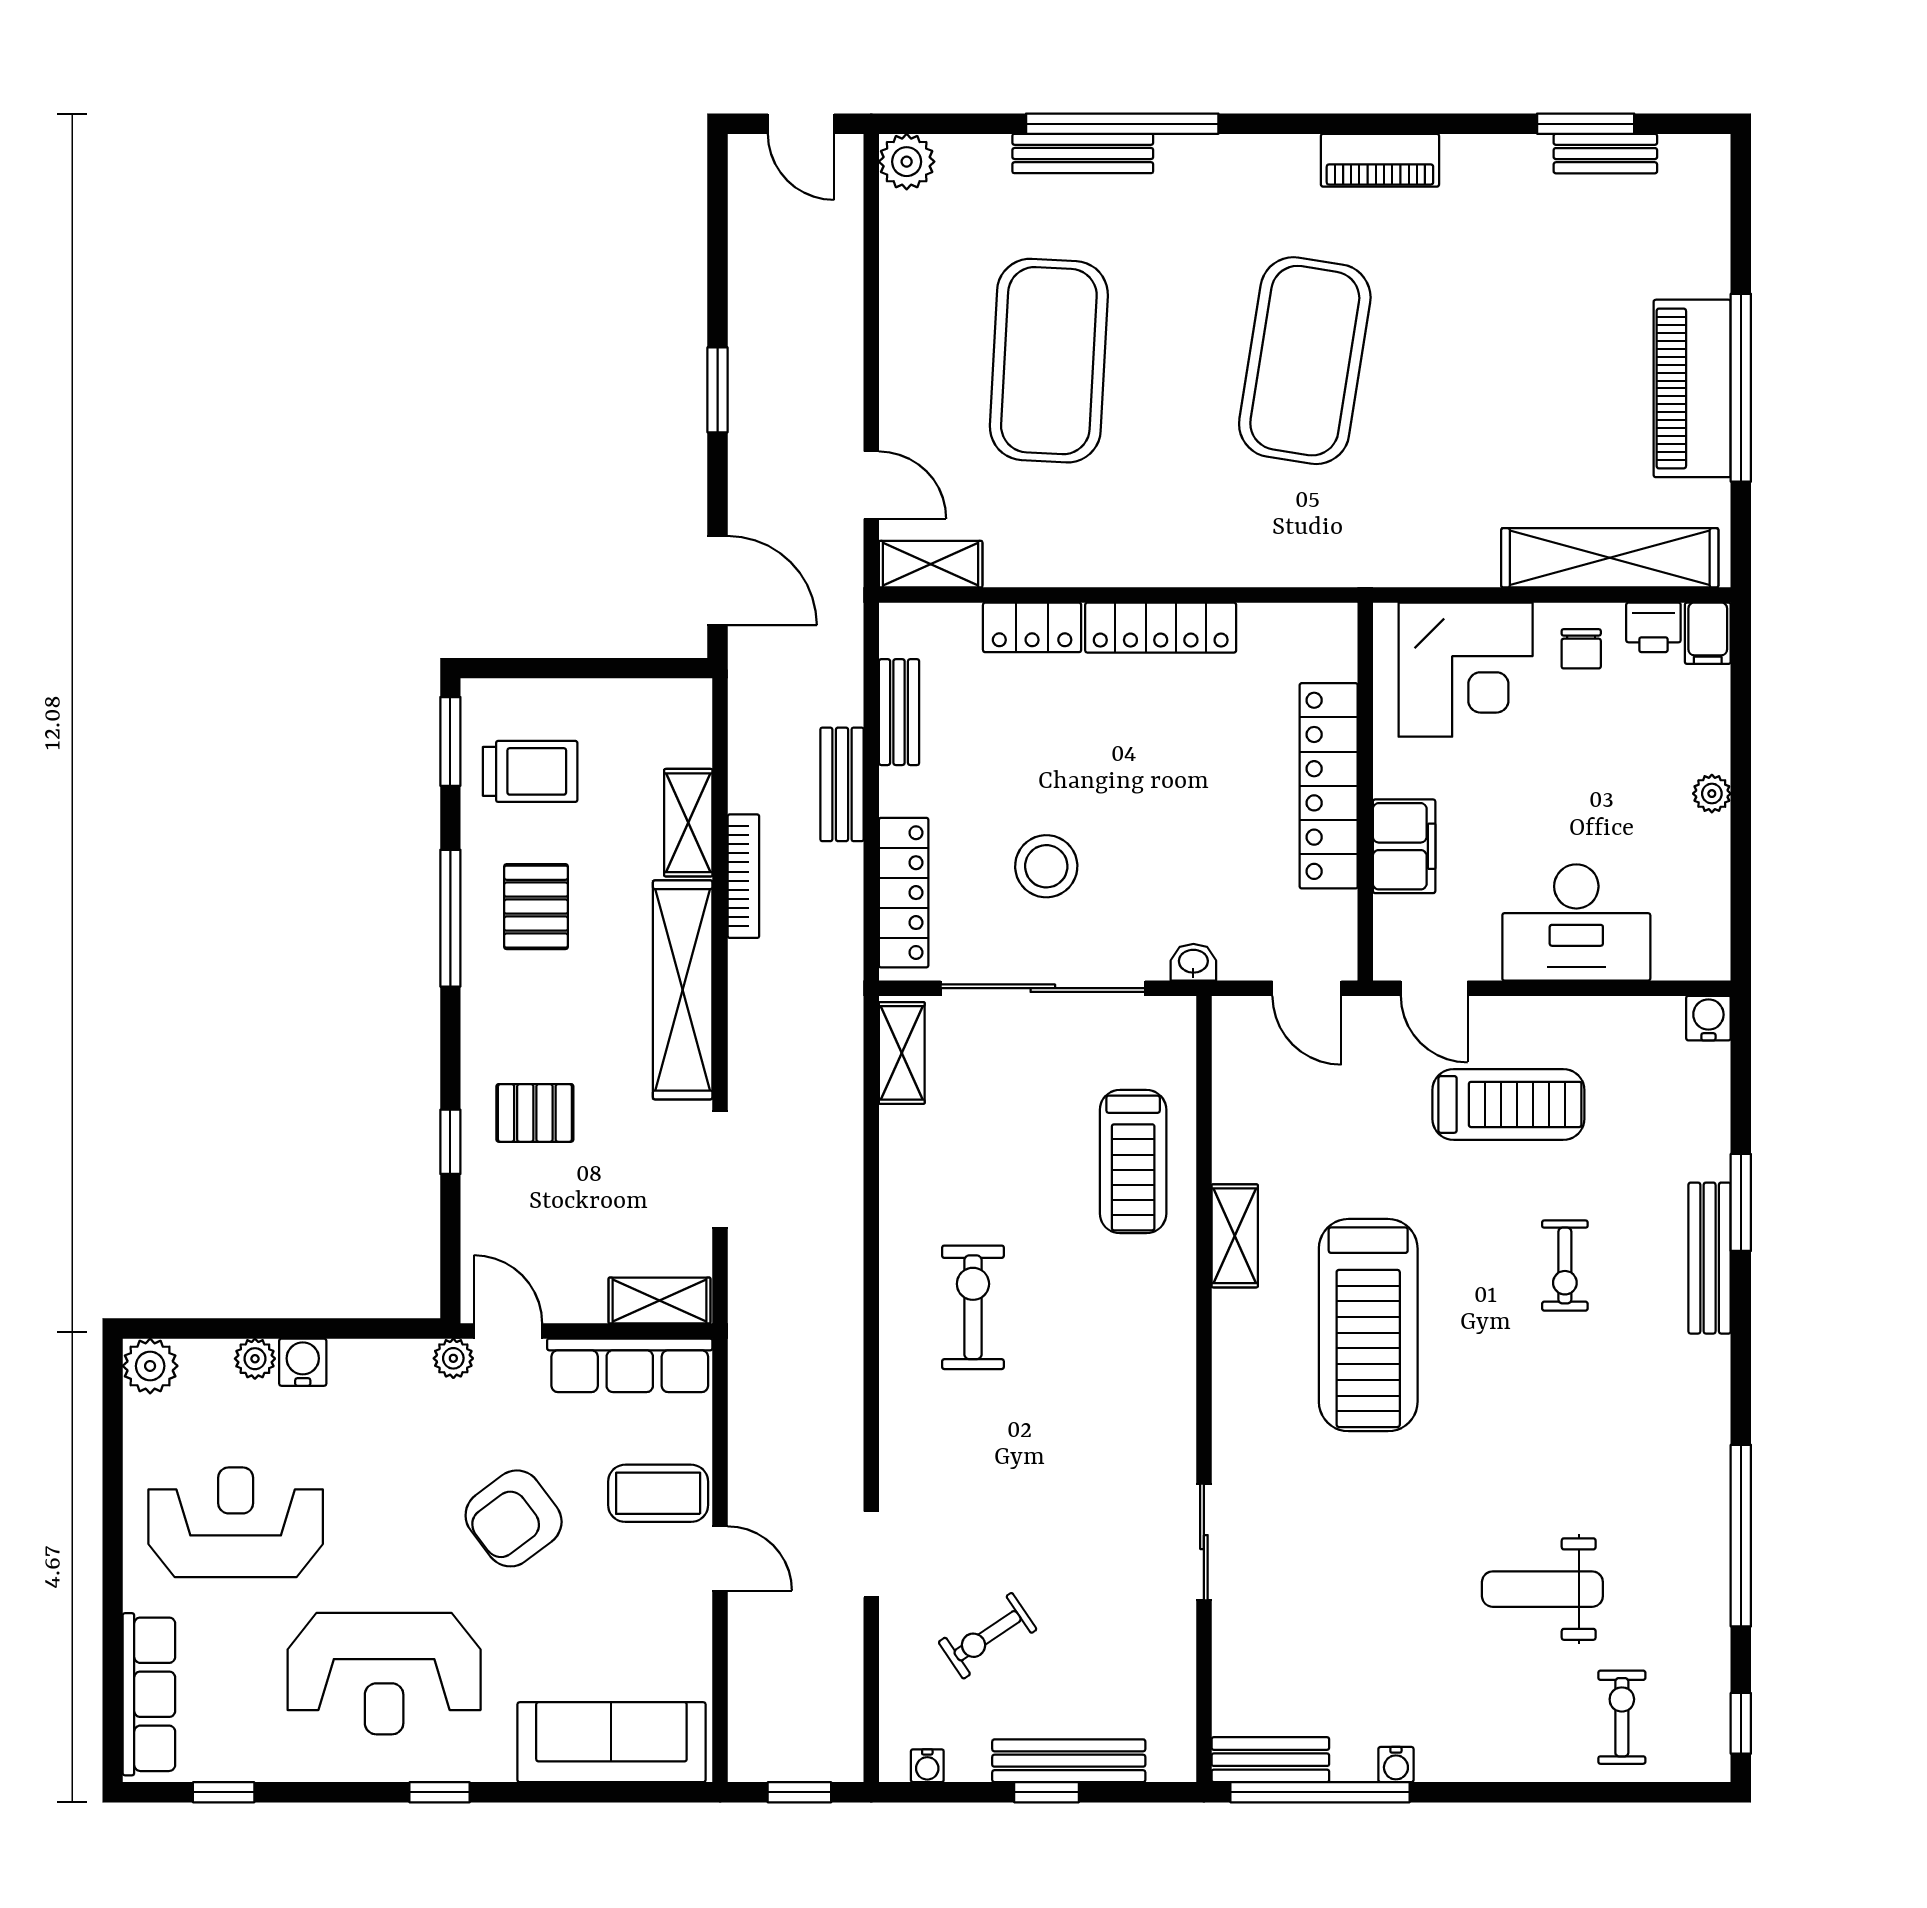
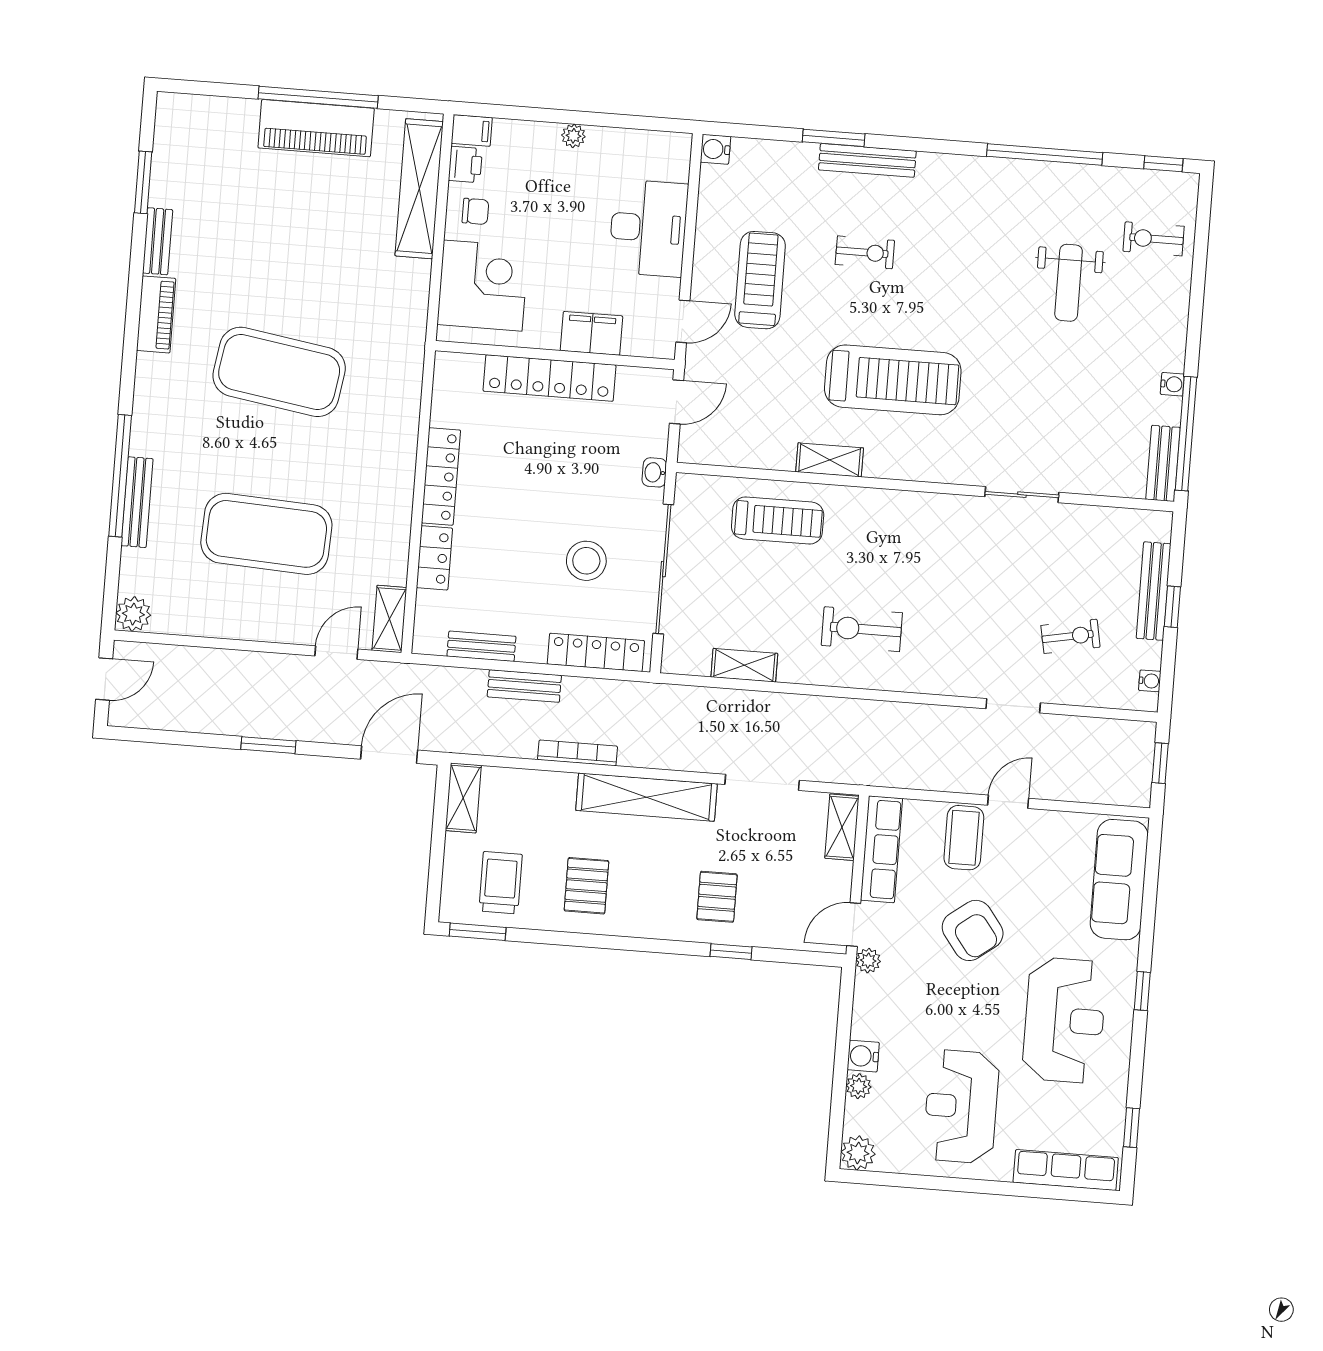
bench: (1605, 154) -> (158, 241), moved
shelving: (688, 823) -> (463, 798), moved, turned 90
pallet: (536, 907) -> (586, 886), turned 90
window: (450, 918) -> (590, 941), removed
shelving: (902, 1053) -> (744, 665), moved
exercise bike: (988, 1636) -> (1070, 636), turned -67

